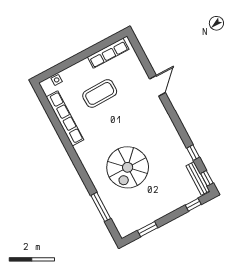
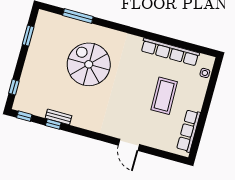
bench: (198, 178) -> (59, 117), moved, width x0.73

